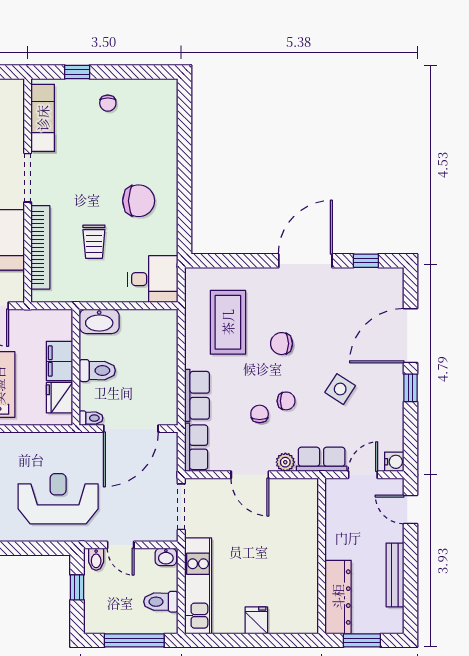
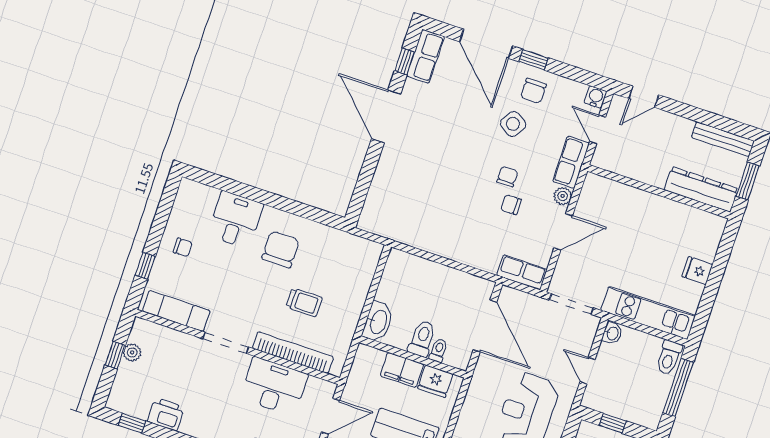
desk: (153, 279) -> (235, 220), moved
coffee table: (228, 322) -> (418, 205), removed
chair: (282, 344) -> (533, 91), moved
row of seats: (197, 395) -> (425, 56), moved, turned 90
toilet: (91, 418) -> (438, 350), moved
door: (121, 545) -> (587, 371), swing flipped
bidet: (96, 559) -> (593, 397), removed
bench: (395, 575) -> (723, 139), moved
toilet: (161, 602) -> (669, 357), moved

